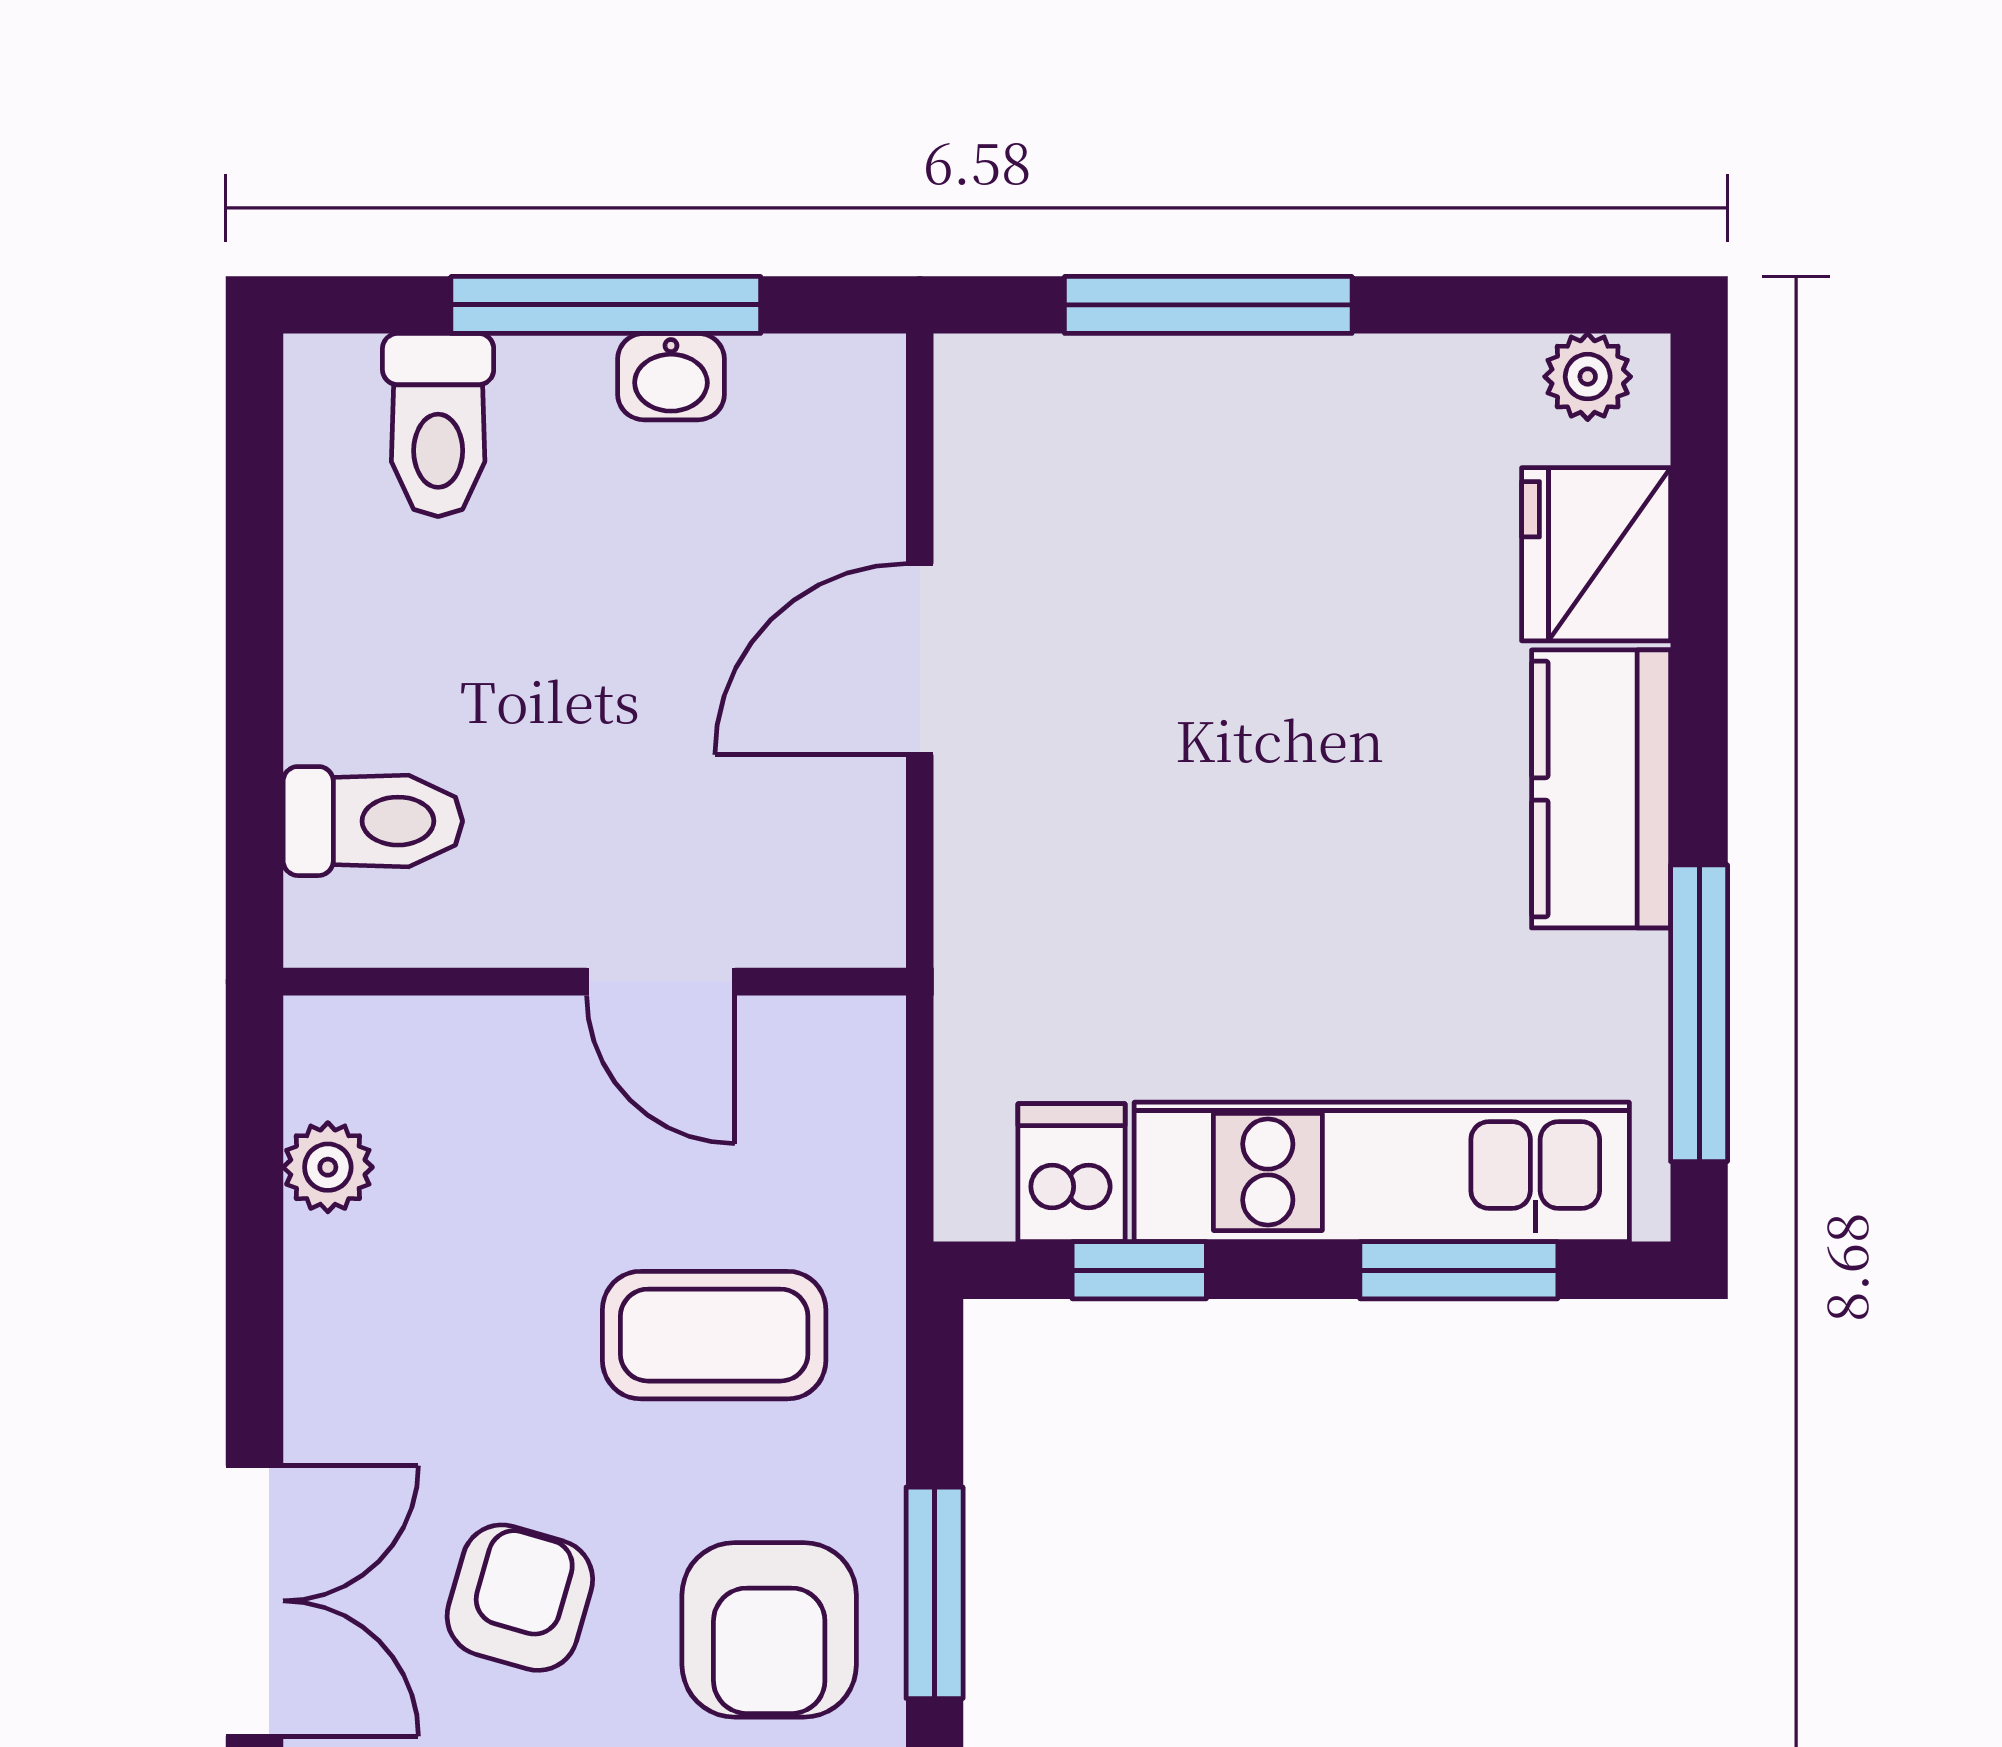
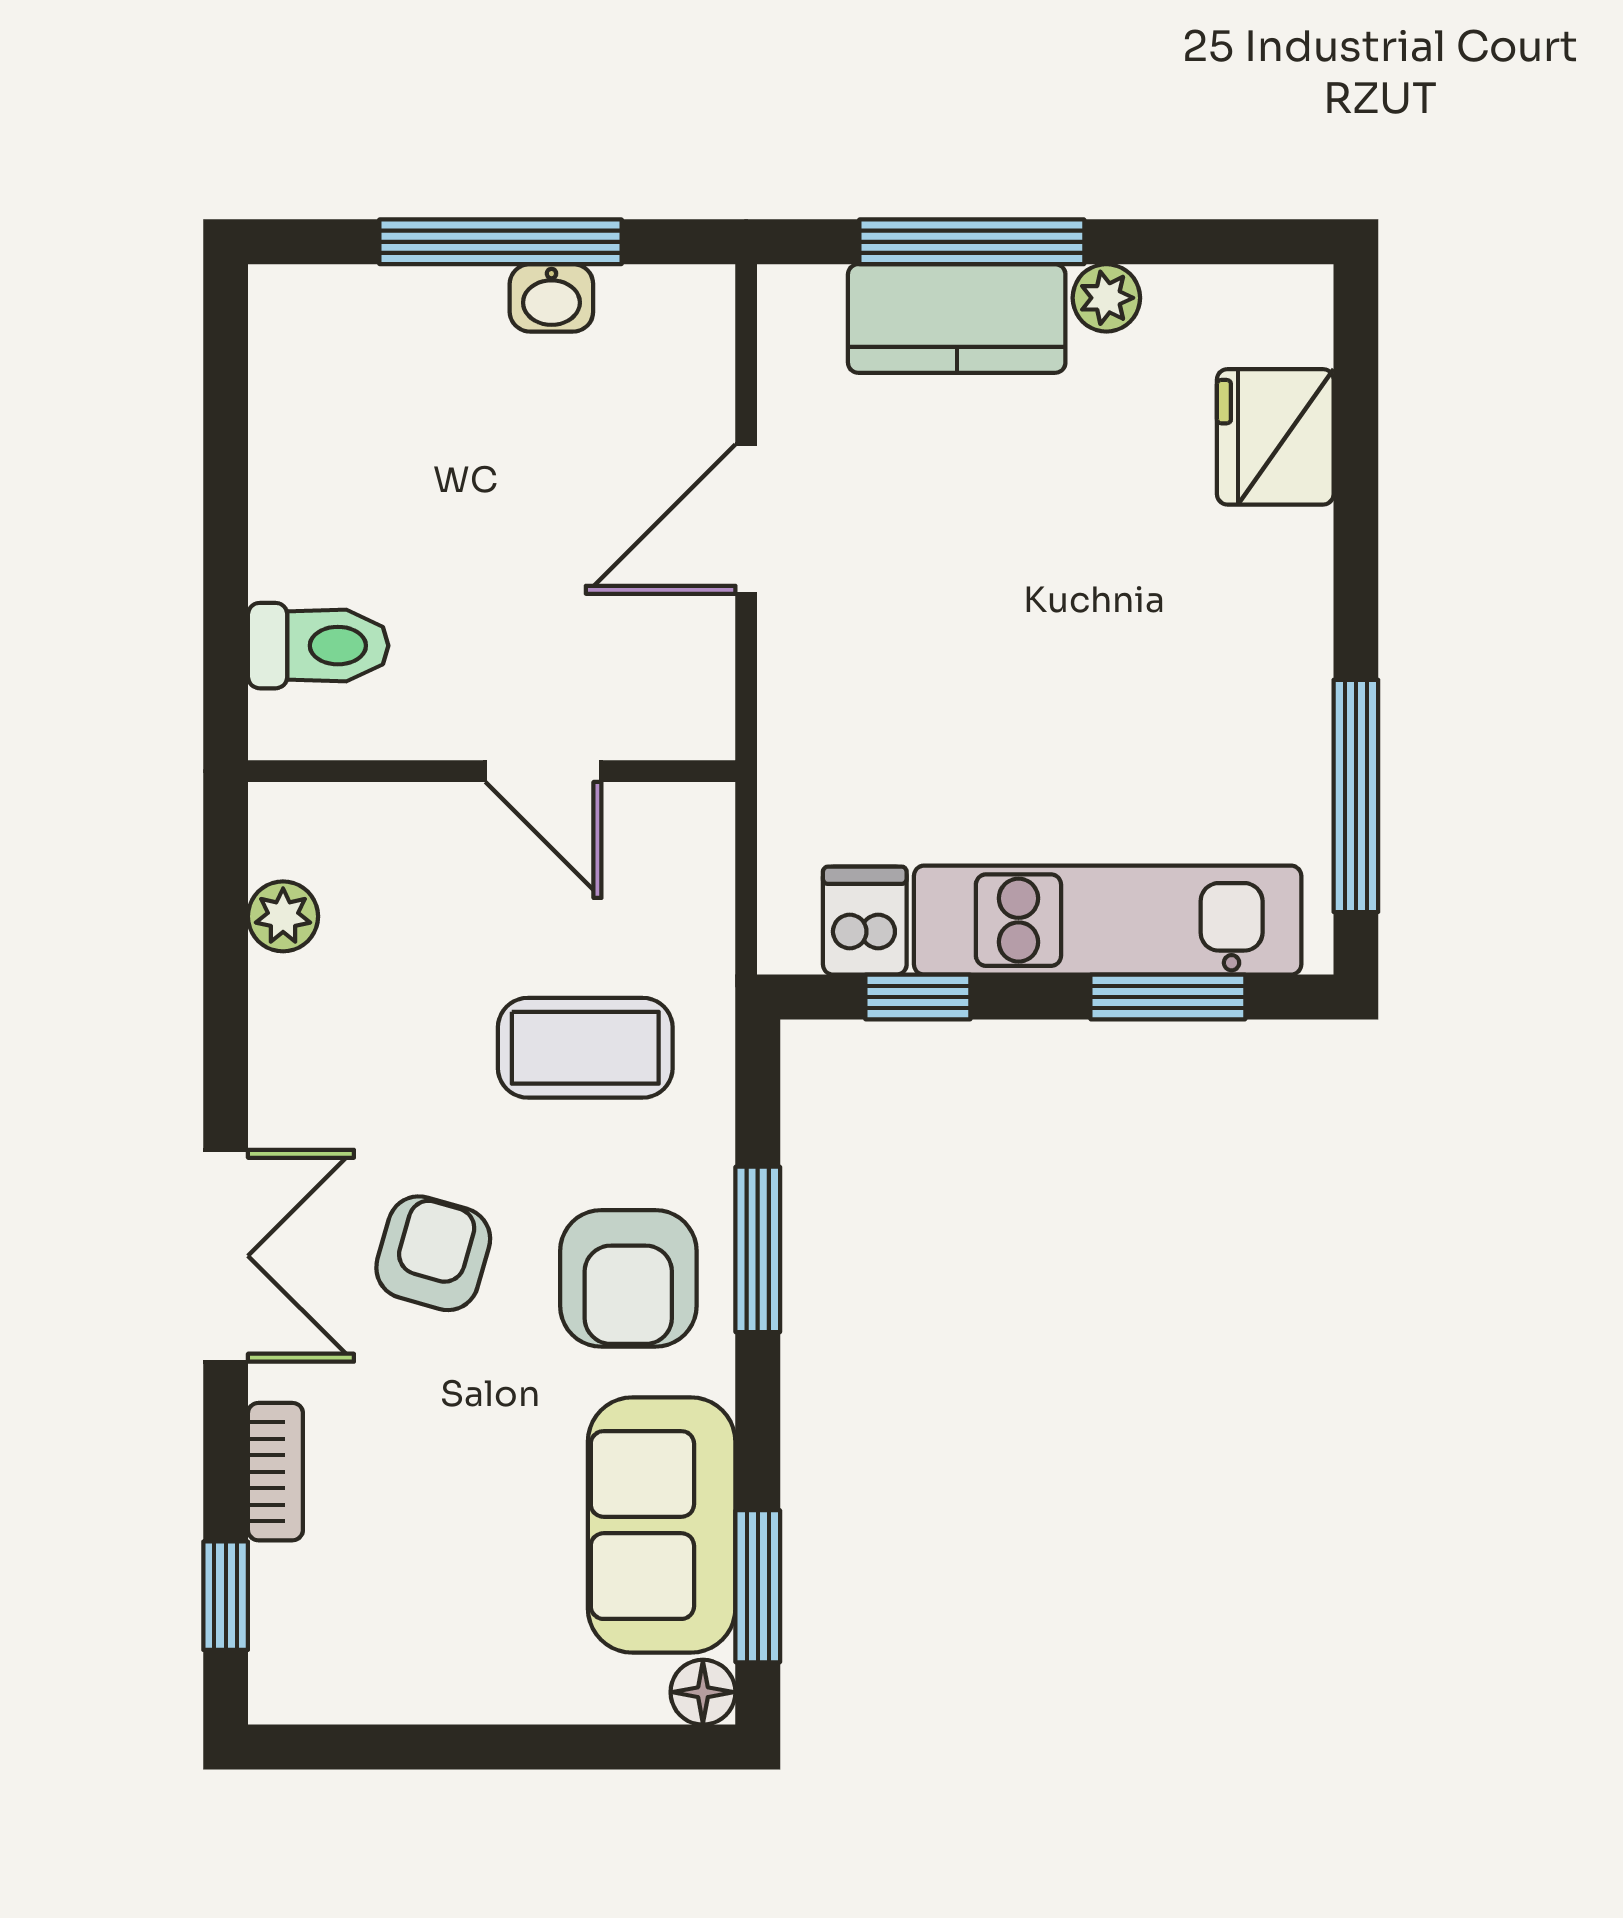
plant: (1588, 377) -> (1106, 298), moved
toilet: (438, 425) -> (369, 336), removed
kitchen counter: (1601, 789) -> (957, 318), moved, turned -90

